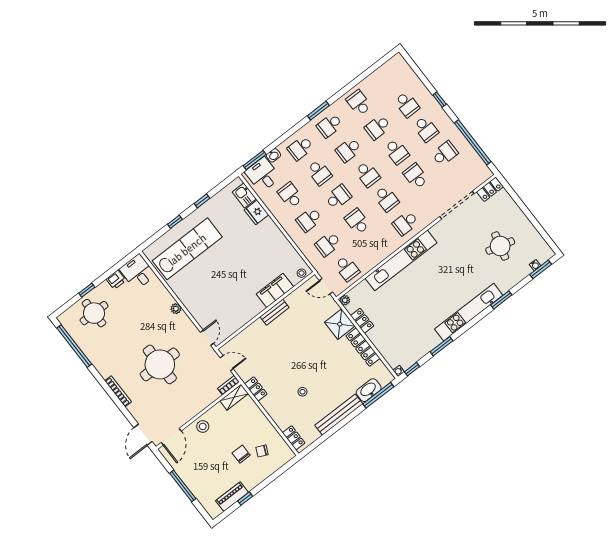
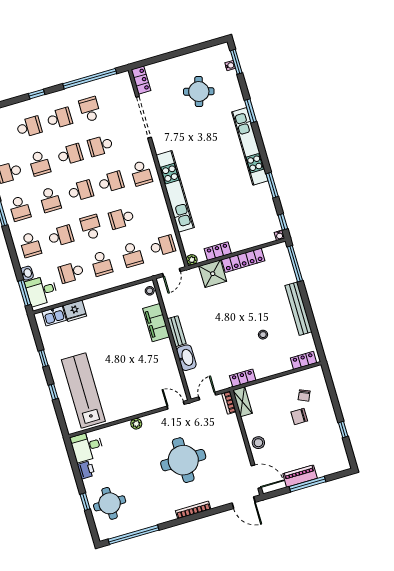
washbasin: (369, 390) -> (186, 358), moved, turned 180
piano: (232, 497) -> (300, 476), moved, turned 90

